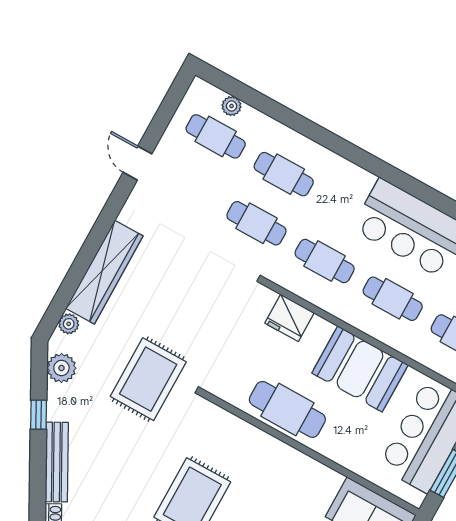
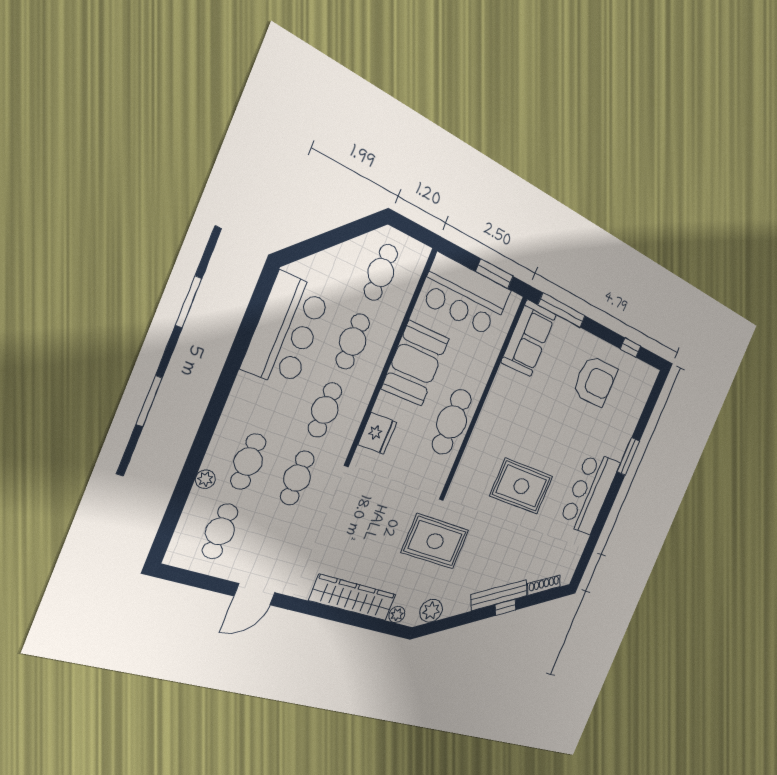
plant: (232, 106) -> (205, 479), moved
door: (138, 163) -> (255, 594), width x1.38
window: (39, 415) -> (506, 607), moved

